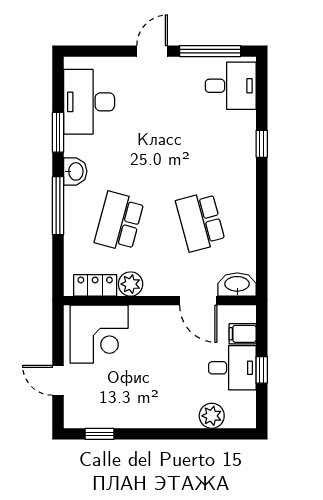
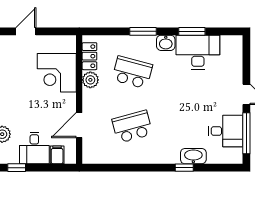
desk: (231, 86) -> (226, 131), moved, turned -90
desk: (89, 102) -> (198, 52), moved
window: (58, 206) -> (143, 31), width x0.69
washbasin: (237, 285) -> (193, 156), moved, turned -90
corner desk: (99, 334) -> (57, 73), moved
window: (262, 370) -> (17, 168), moved

